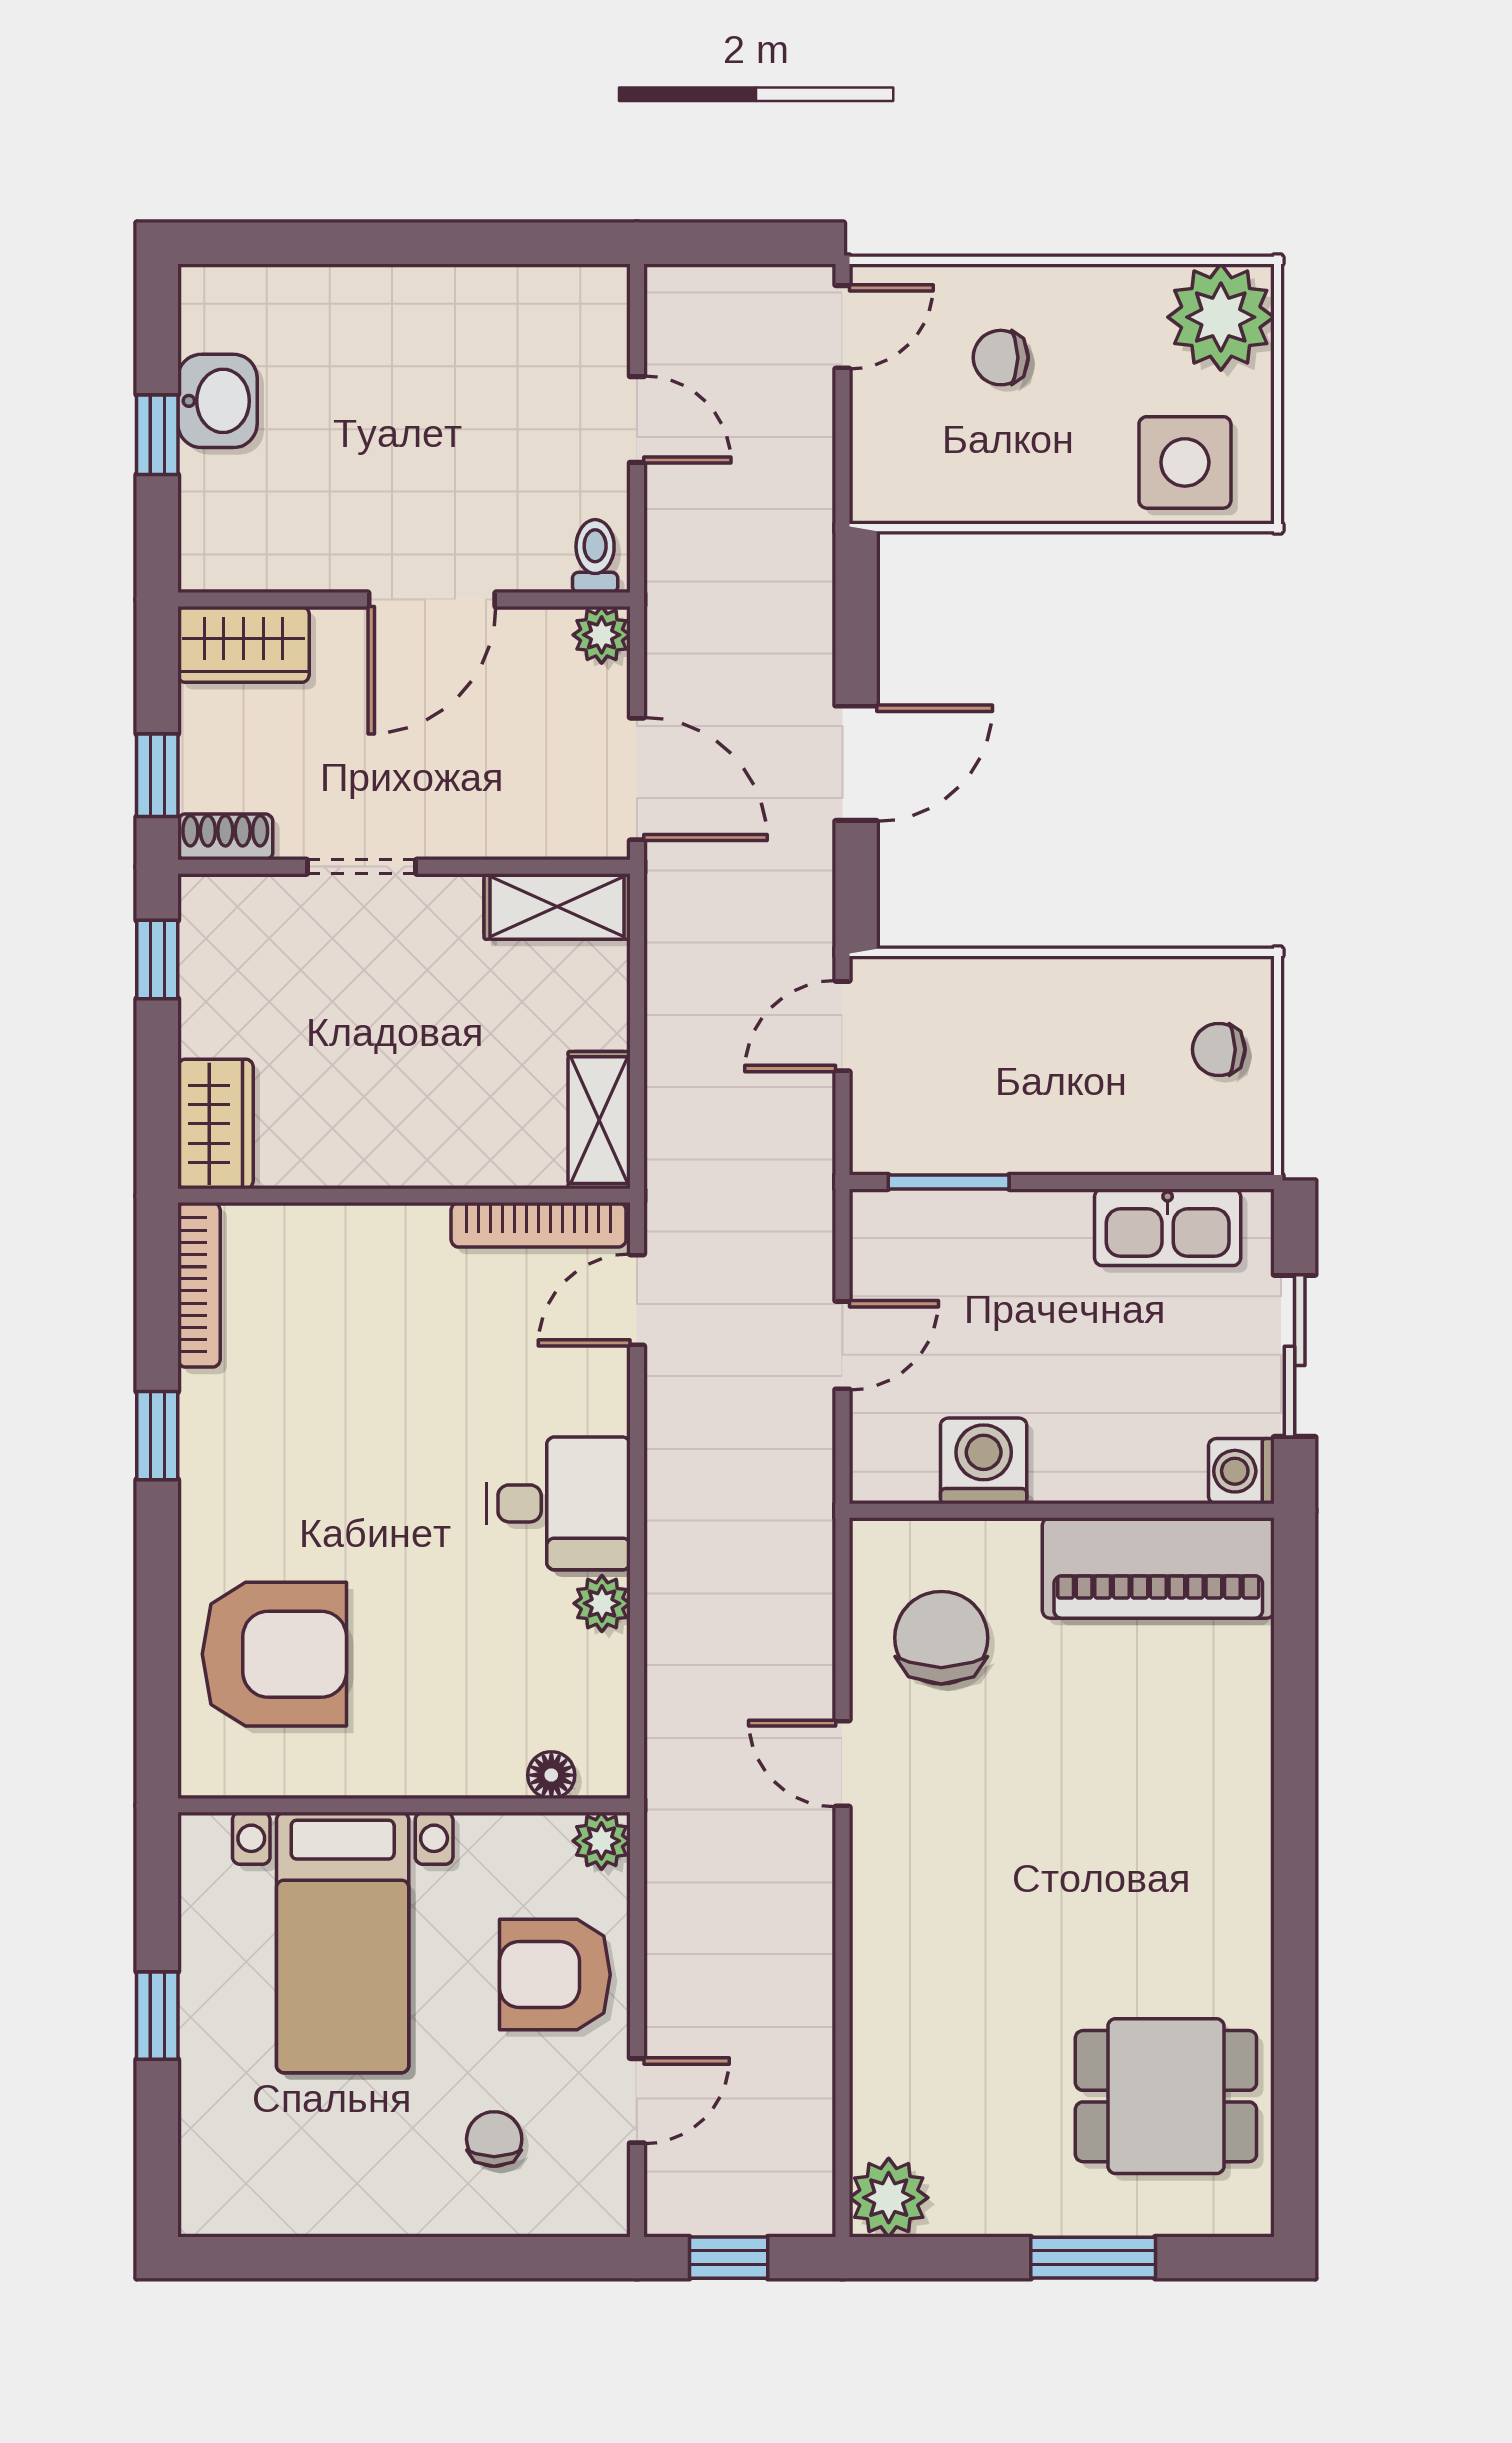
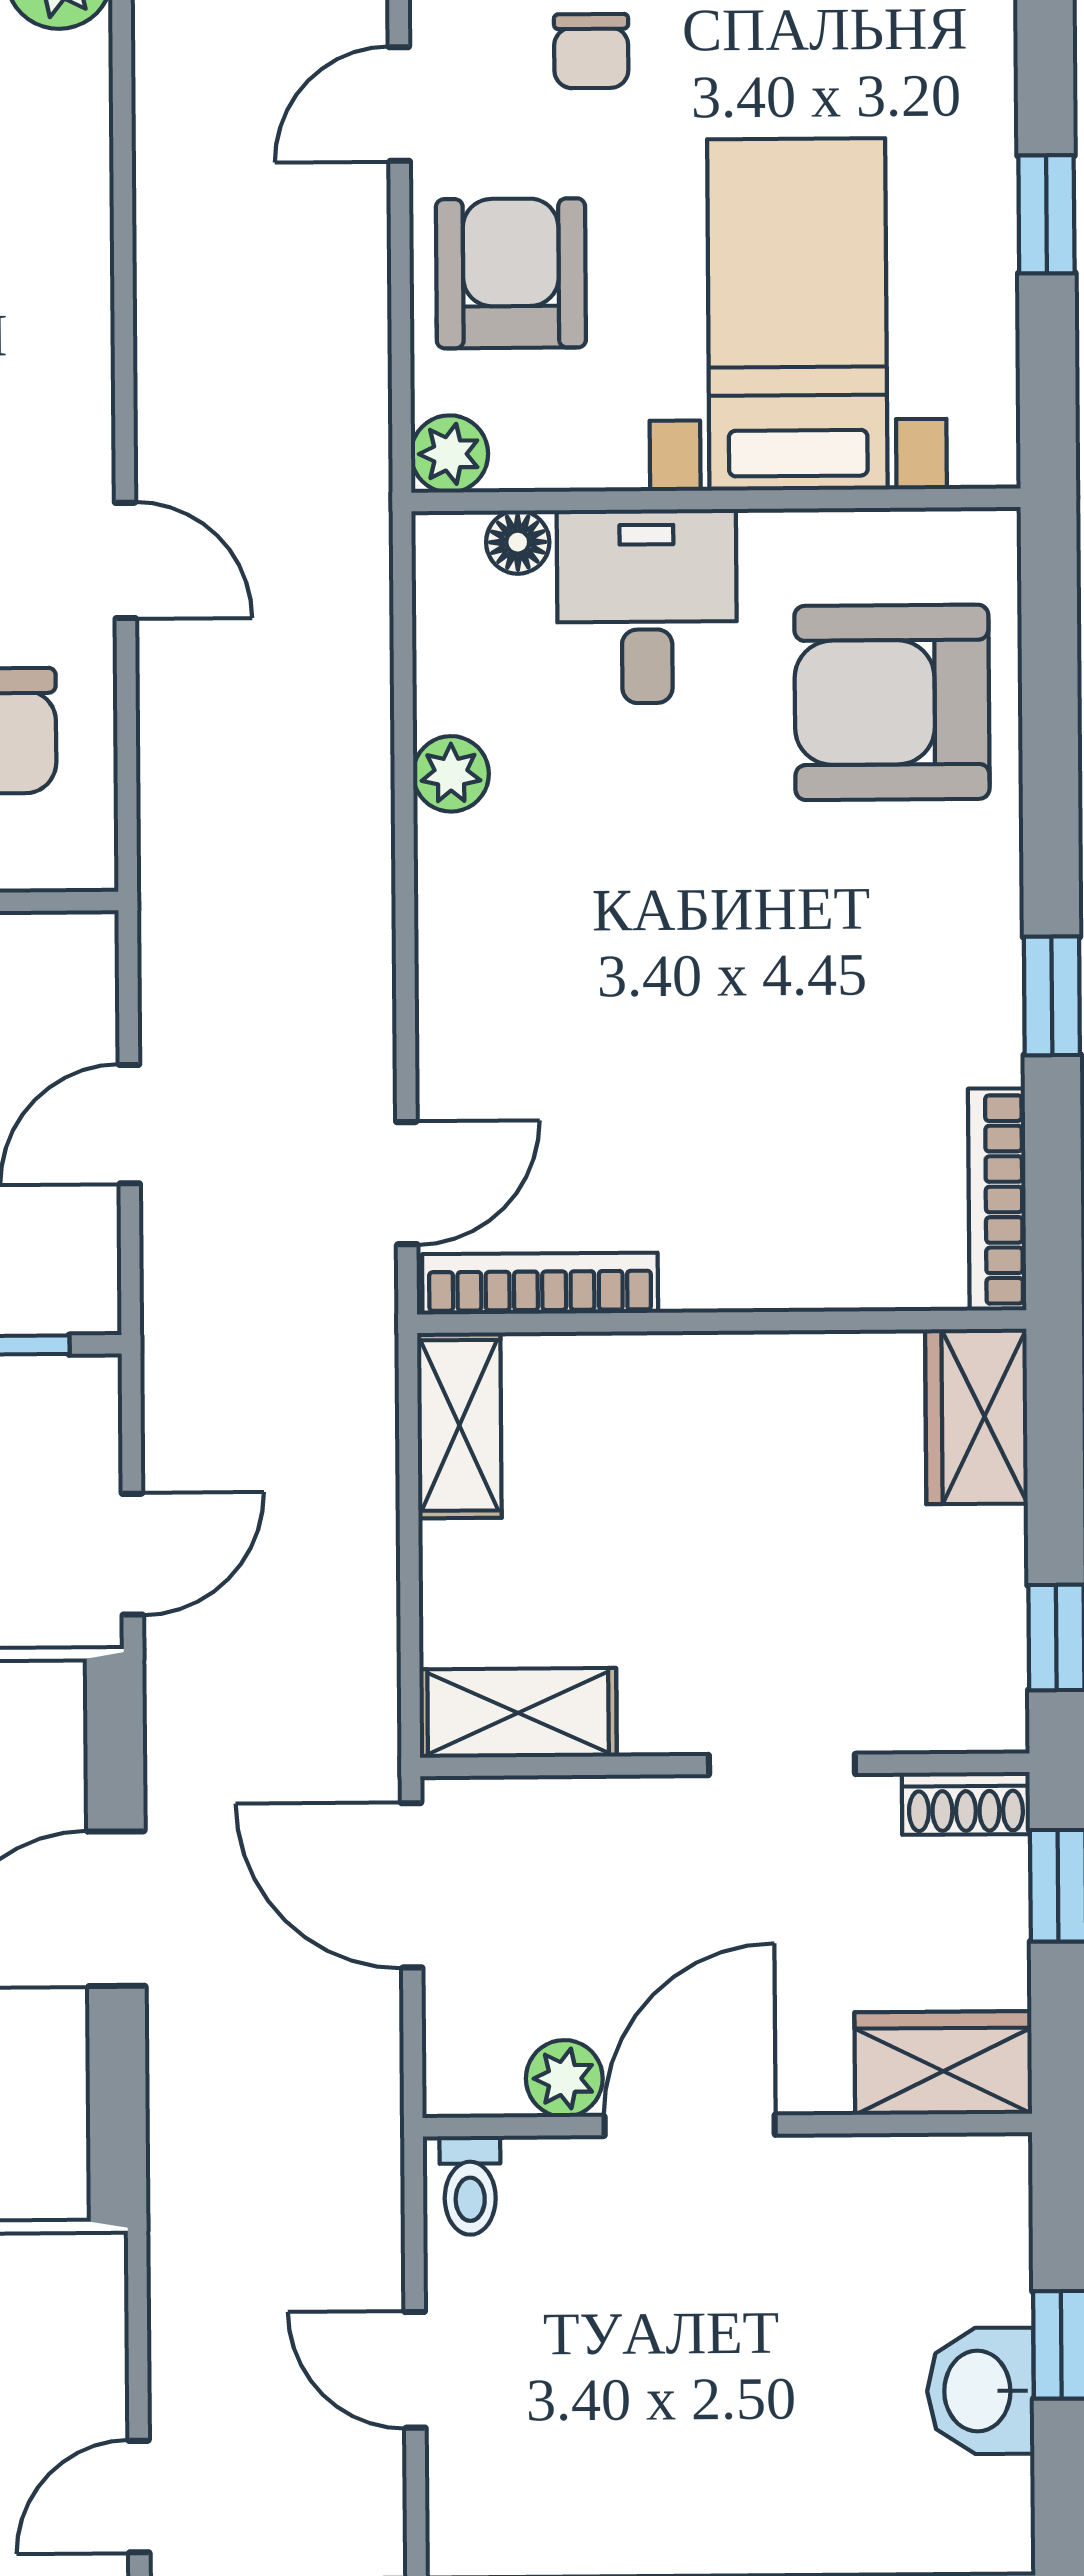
plant: (602, 635) -> (564, 2078), moved
desk: (558, 1503) -> (647, 606), moved, turned 90
armchair: (555, 1975) -> (511, 273), turned -90

